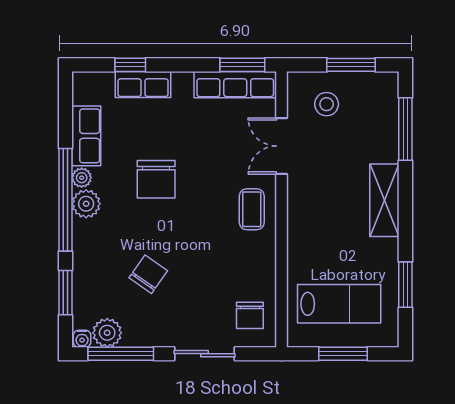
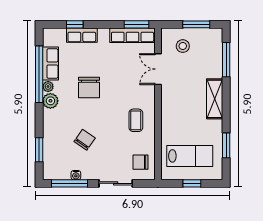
window: (65, 200) -> (39, 74), moved
coffee table: (252, 209) -> (136, 120), moved
chair: (250, 315) -> (141, 162), turned 90
plant: (107, 333) -> (62, 172), removed
water cooler: (82, 339) -> (76, 175), moved
window: (343, 354) -> (192, 183), width x0.67

